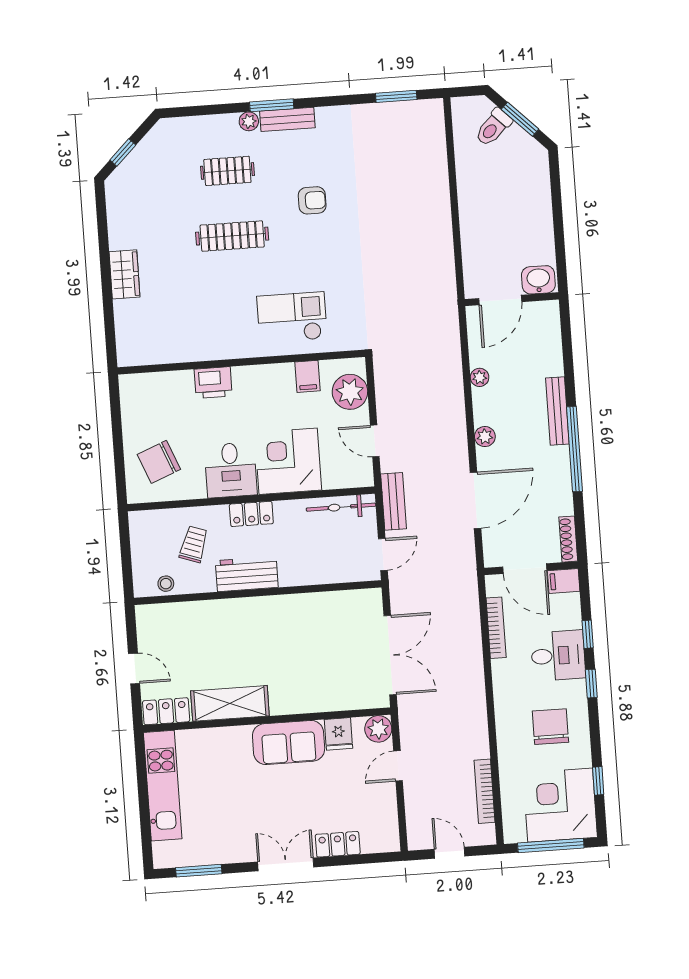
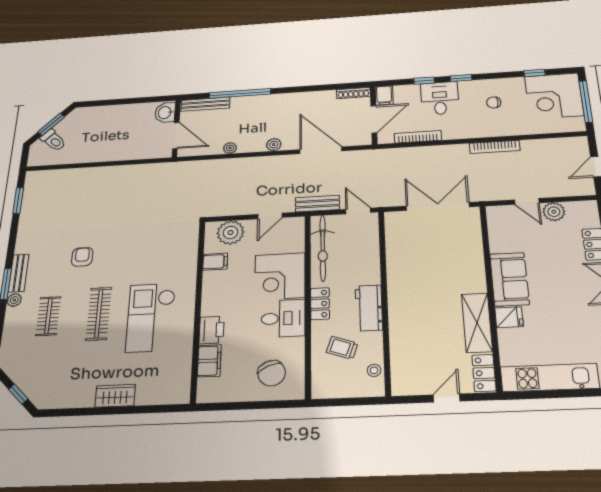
checkout: (292, 317) -> (151, 317), moved, width x1.36, depth x1.21
filing cabinet: (173, 384) -> (209, 361), added
bench: (557, 411) -> (205, 104), moved
window: (574, 449) -> (240, 93), moved
bicycle: (341, 507) -> (323, 248), width x1.37, depth x1.40
chair: (550, 727) -> (494, 102), width x0.54, depth x0.54
plant: (378, 729) -> (554, 212), moved
fridge: (338, 734) -> (509, 317), moved
bookcase: (485, 791) -> (495, 147), moved

